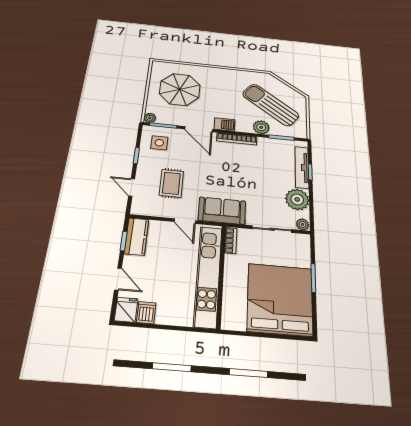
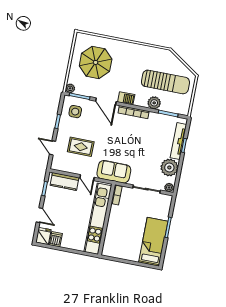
sun lounger: (271, 105) -> (165, 82), turned 144
rug: (171, 183) -> (81, 147), turned 90
kitchen counter: (137, 236) -> (64, 181), moved, turned 90
bed: (280, 299) -> (153, 242), width x0.49

